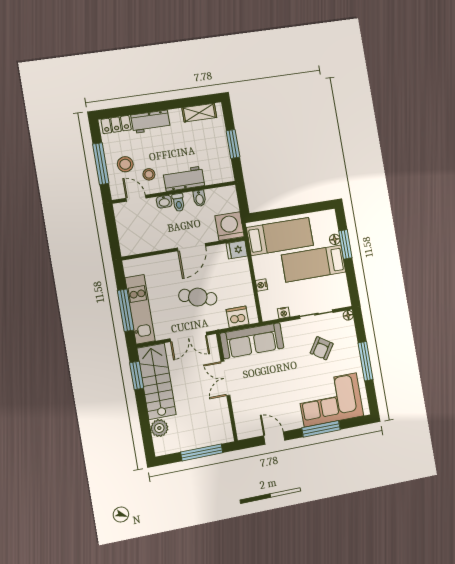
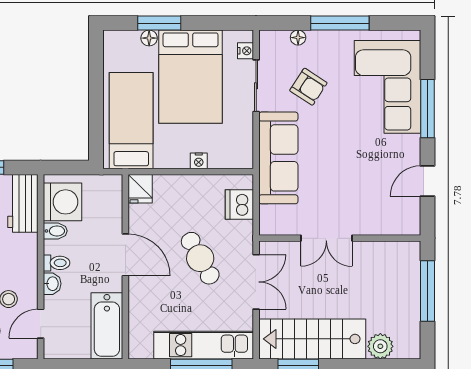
workbench: (184, 179) -> (23, 203), moved
washing machine: (230, 226) -> (62, 202), moved, turned 180
bathtub: (142, 243) -> (107, 326), added
bed: (314, 264) -> (191, 77), width x1.50
cafe table: (198, 297) -> (200, 258), turned -46
nightstand: (284, 313) -> (246, 51), moved
floor lamp: (348, 315) -> (298, 38), moved
sofa: (252, 341) -> (278, 158), moved

